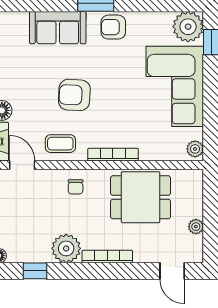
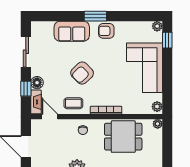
plant: (188, 27) -> (157, 26), width x0.53, depth x0.53
armchair: (74, 95) -> (82, 73), turned -47
plant: (196, 227) -> (158, 124), moved

